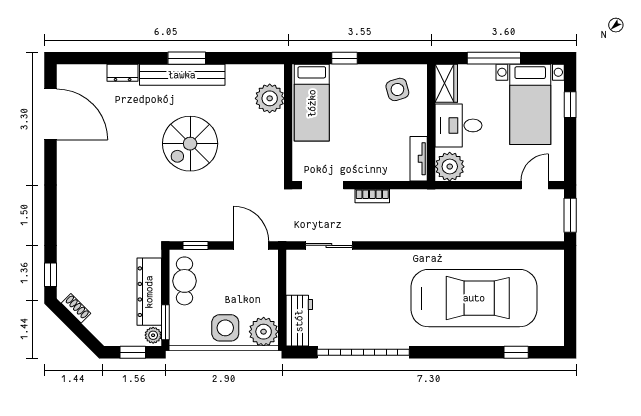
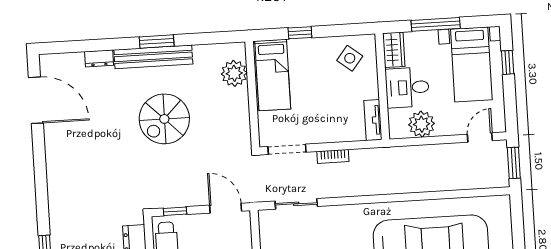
side table: (397, 89) -> (350, 58), turned -36
plant: (450, 167) -> (422, 124), moved

